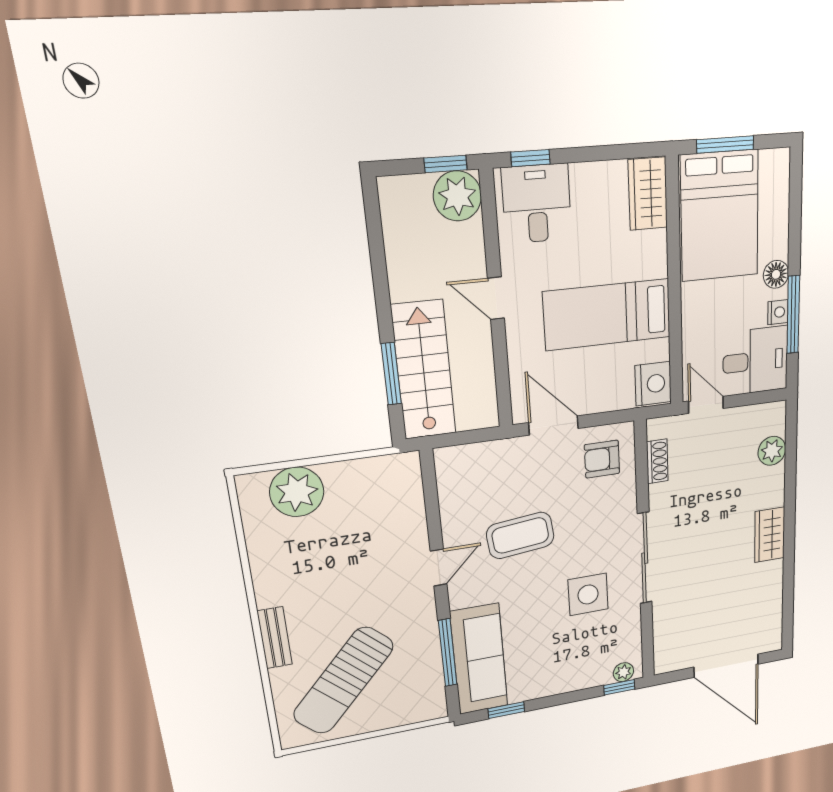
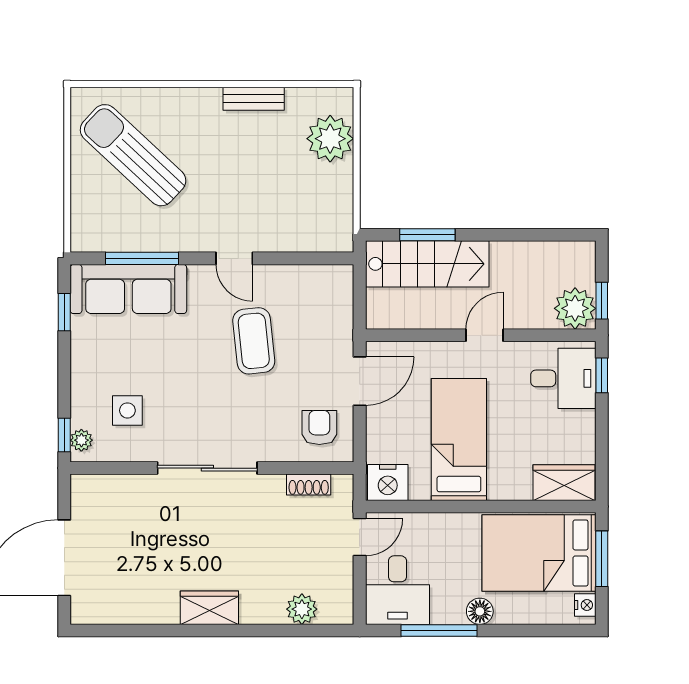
nightstand: (778, 312) -> (585, 605), moved, turned -90
side table: (588, 594) -> (127, 410), moved, width x0.73, depth x0.73
bench: (275, 638) -> (254, 99), moved

